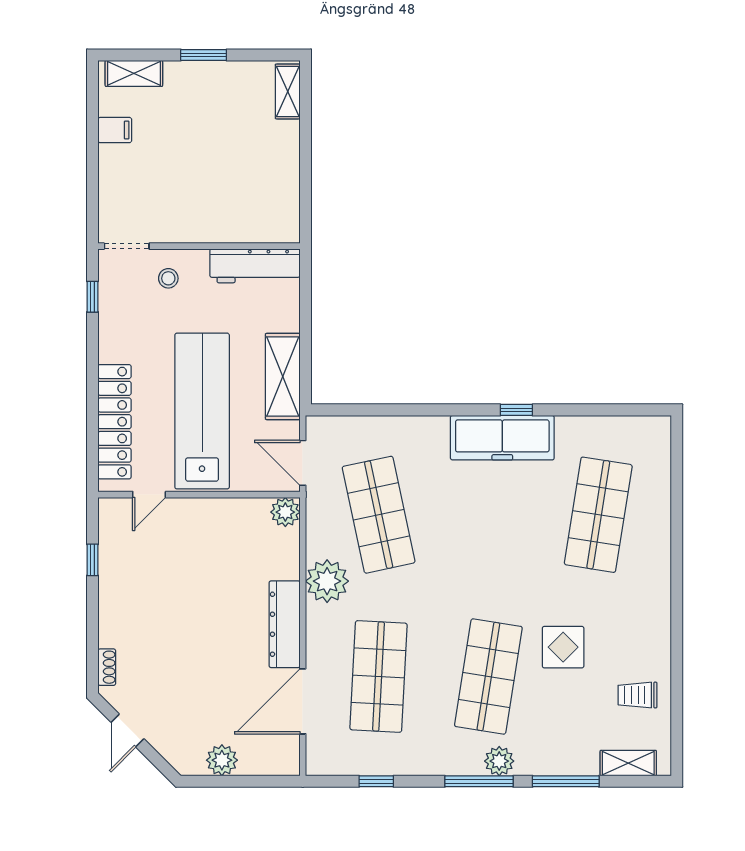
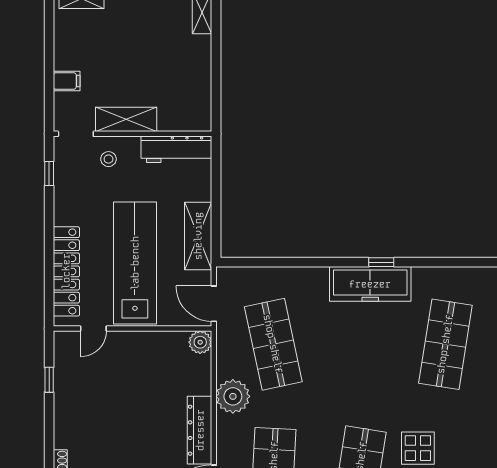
filing cabinet: (115, 130) -> (67, 81), moved
shelving: (191, 228) -> (126, 119), added

